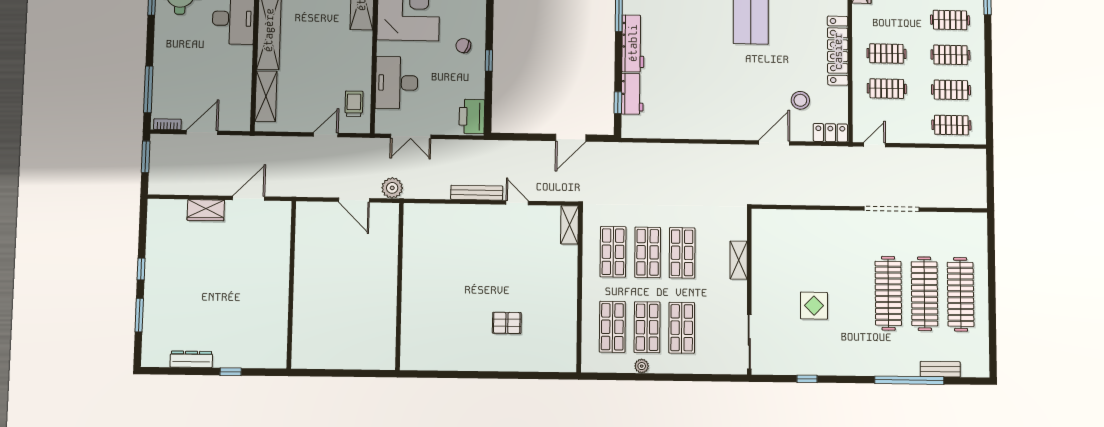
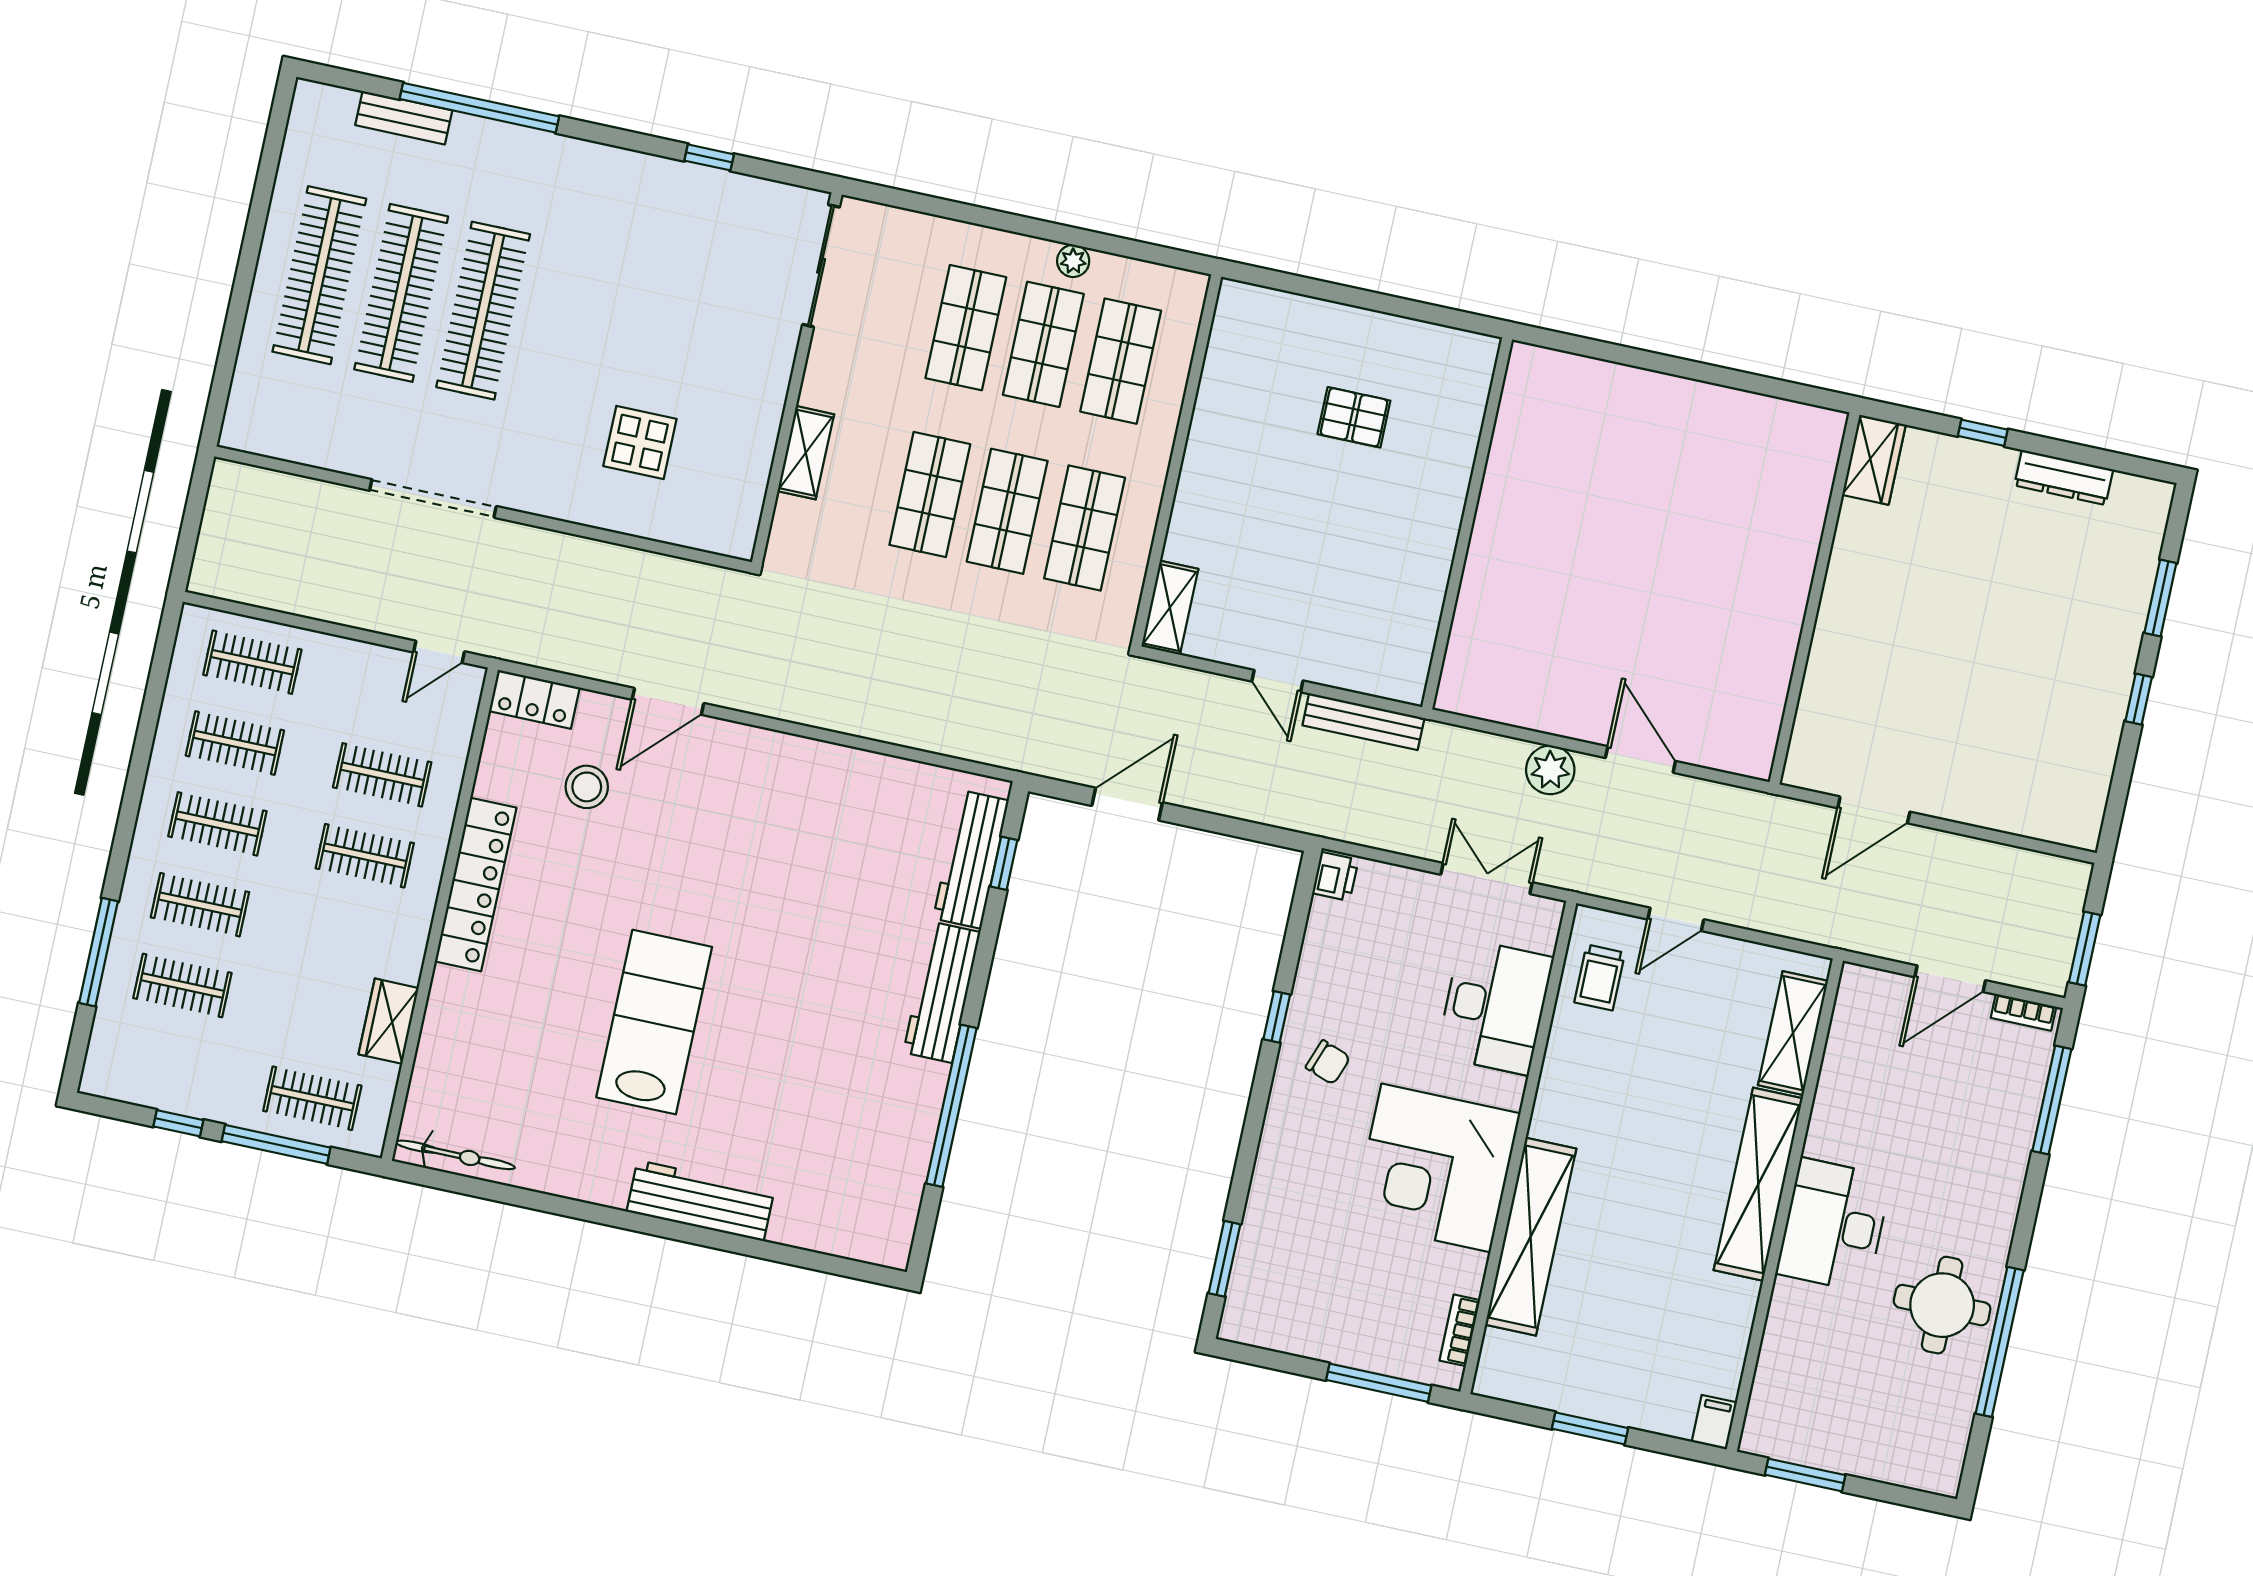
workbench: (632, 94) -> (971, 859), width x1.38
printer: (472, 116) -> (1335, 876), width x0.53, depth x0.68
wardrobe: (206, 210) -> (1874, 460), moved, turned 90
wall: (399, 286) -> (1467, 523), moved
display table: (814, 306) -> (640, 443), moved

